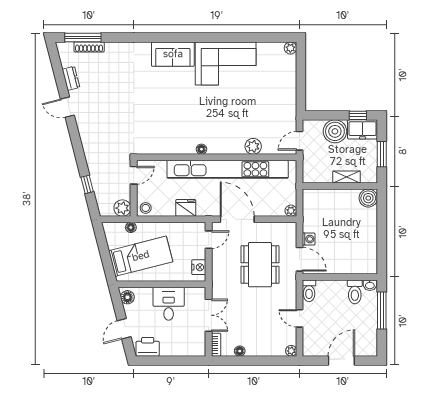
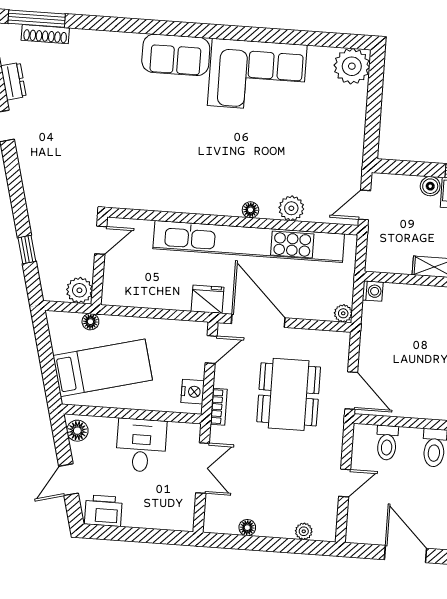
plant: (290, 48) -> (352, 66), width x1.88, depth x1.88
boiler: (335, 131) -> (430, 186), width x0.54, depth x0.54
floor lamp: (201, 149) -> (250, 210), moved
stool: (146, 208) -> (116, 293), removed
fridge: (186, 208) -> (208, 299), moved
washing machine: (309, 239) -> (373, 291), moved
toilet: (309, 291) -> (387, 443), moved
door: (299, 318) -> (345, 483), swing flipped
bookcase: (216, 345) -> (219, 407), moved
plant: (291, 351) -> (304, 531), moved
door: (341, 361) -> (406, 554), hinge flipped

